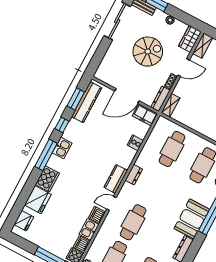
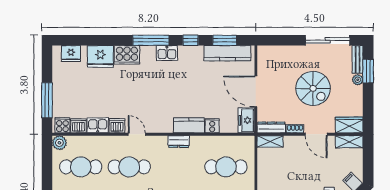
plant: (170, 20) -> (358, 80), moved
kitchen counter: (116, 179) -> (189, 125), moved

